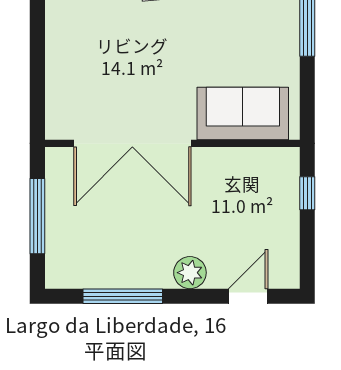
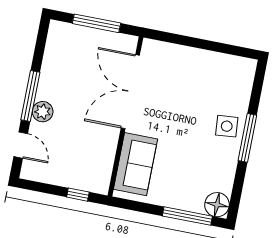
window: (123, 296) -> (30, 96), moved

